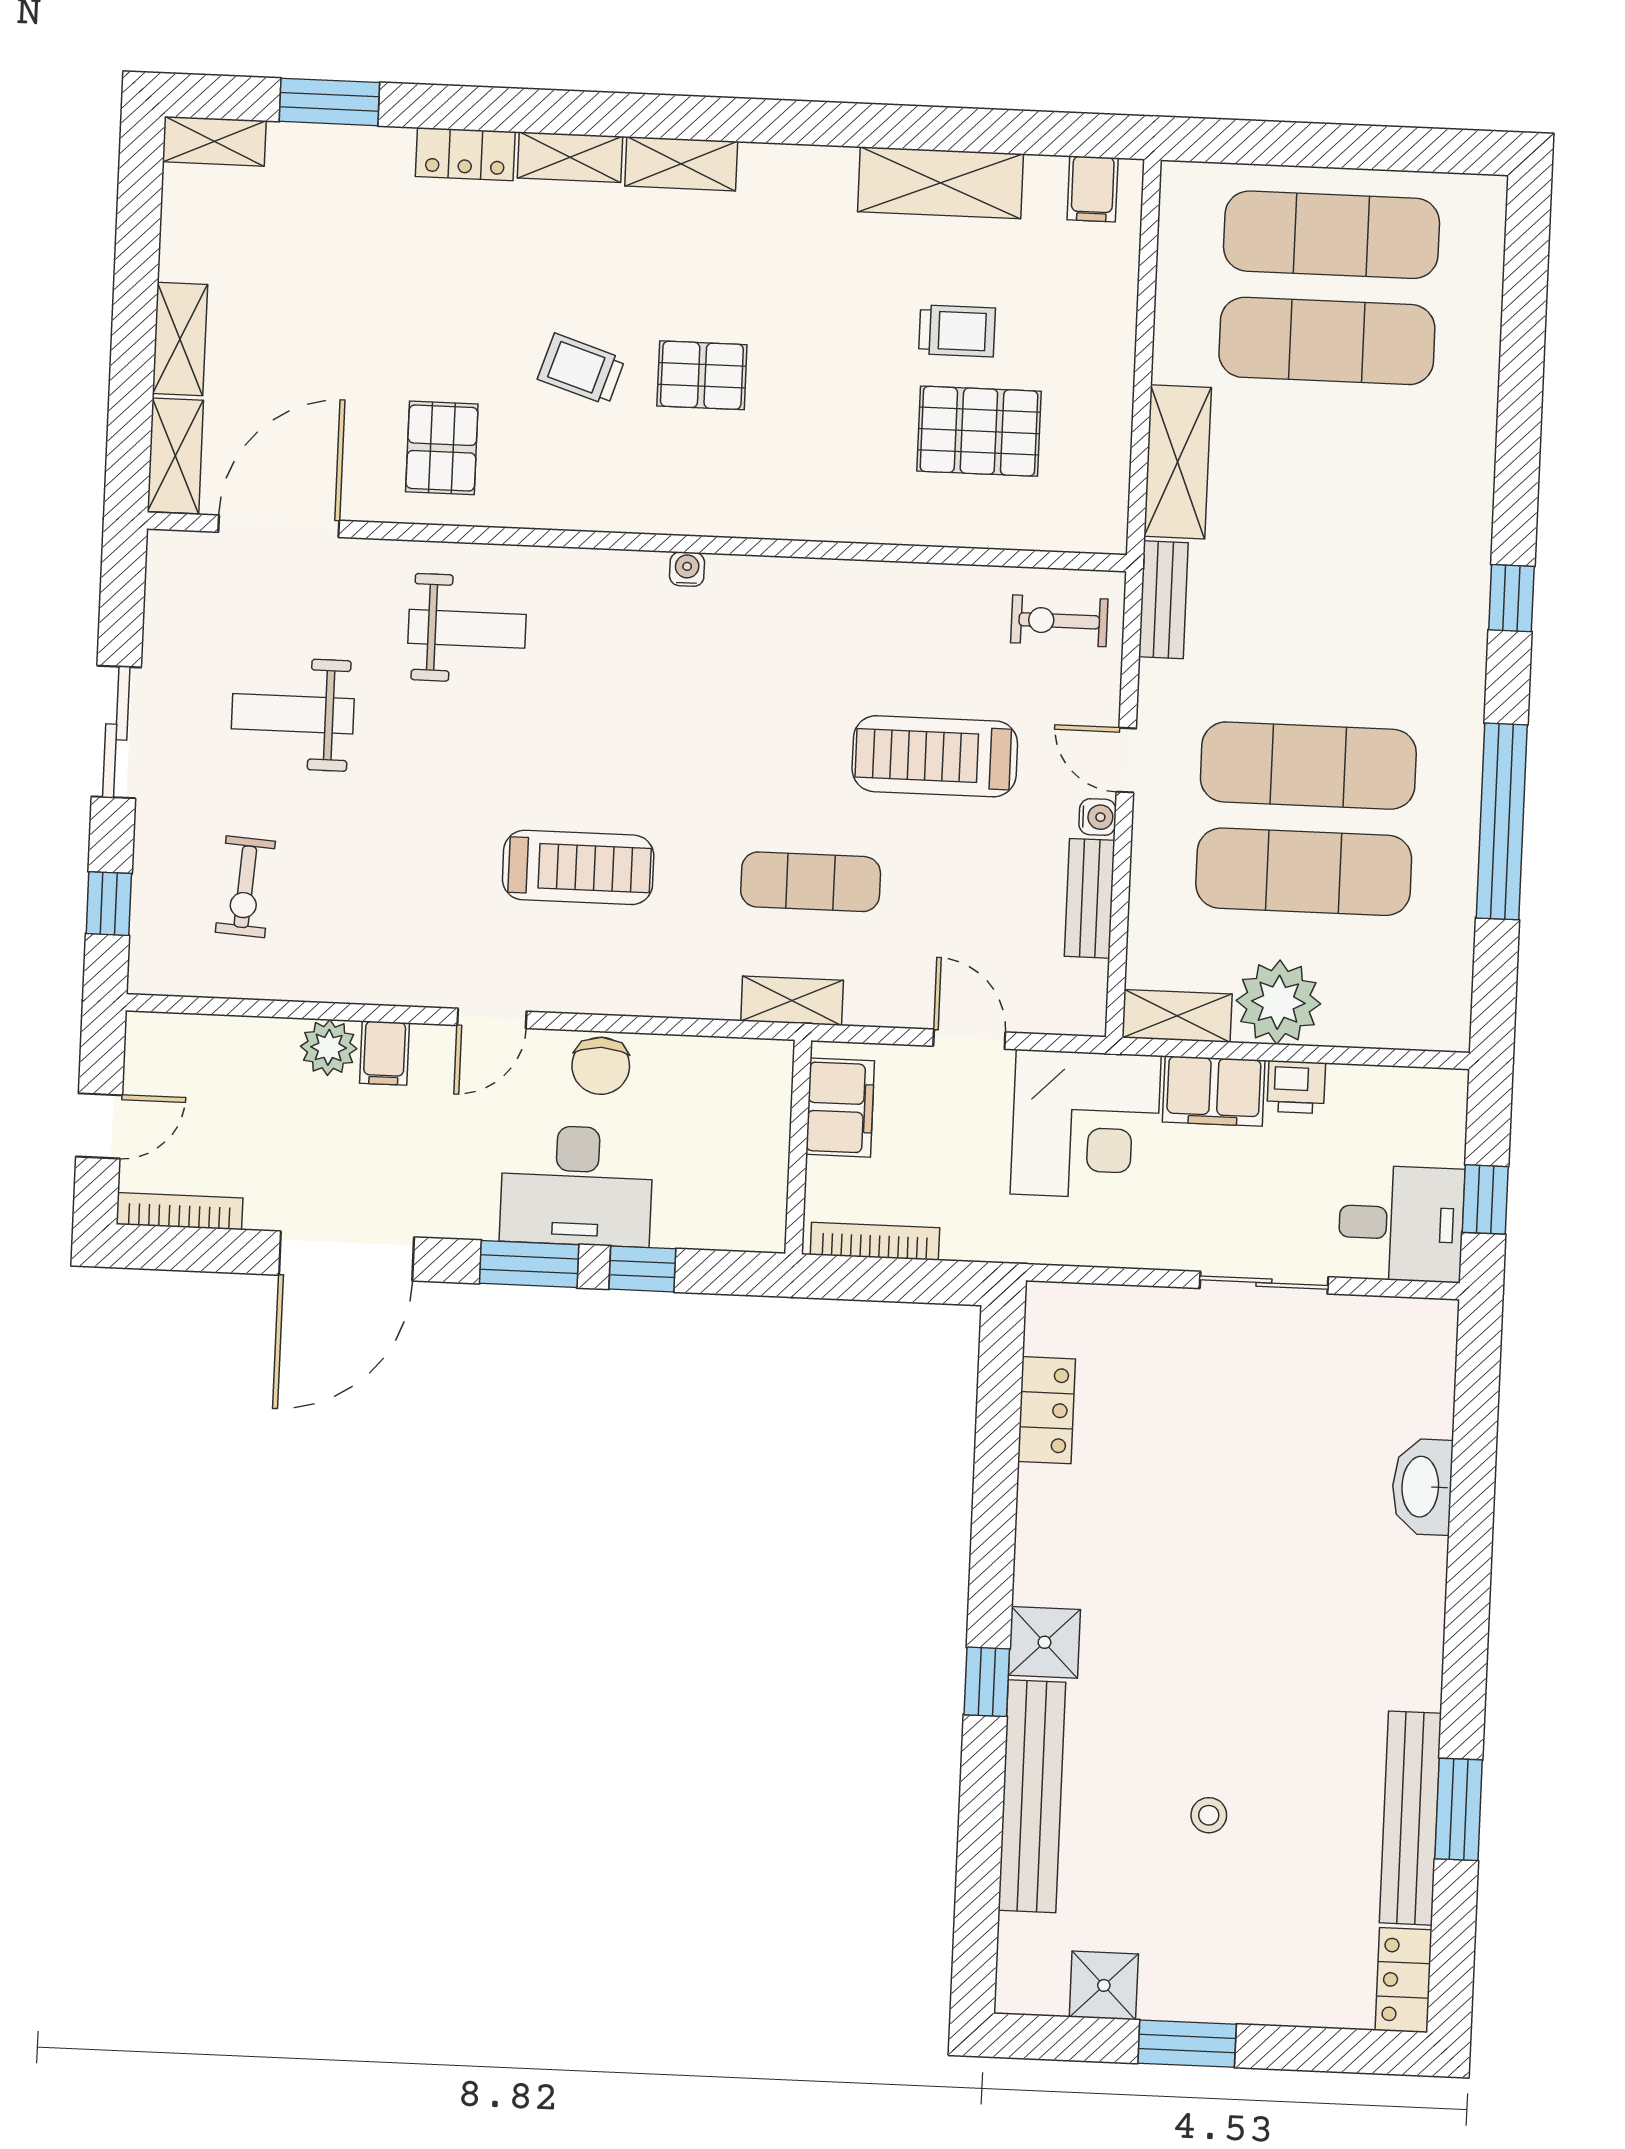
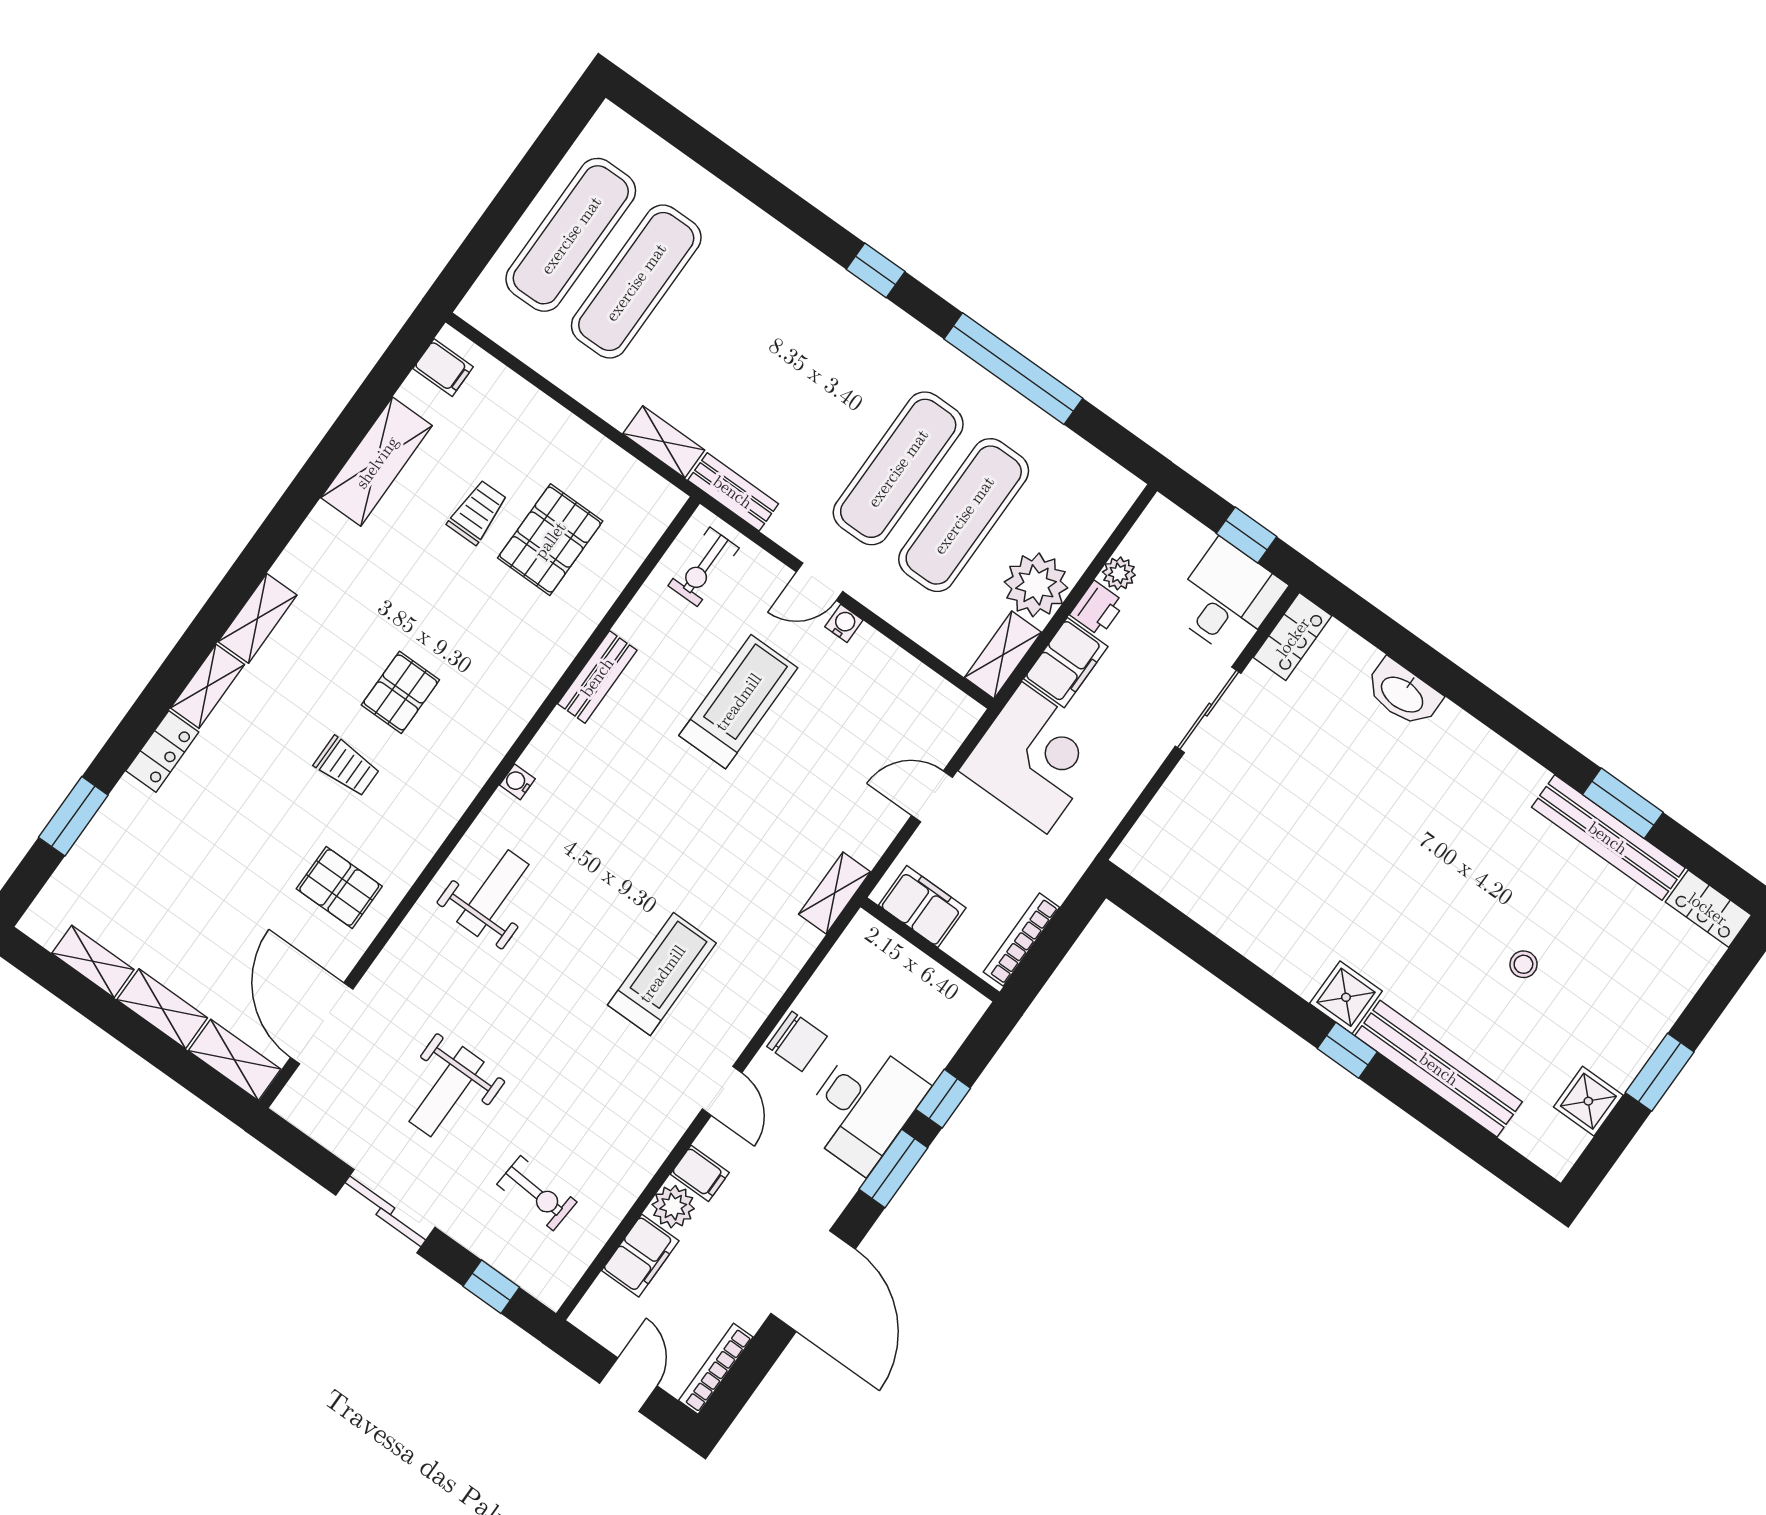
shelving: (214, 141) -> (93, 961), moved, turned 90
trolley: (581, 369) -> (347, 767), turned -108
shelving: (1178, 462) -> (664, 442), width x0.67, depth x0.75
weight bench: (467, 629) -> (493, 893), moved
treadmill: (935, 756) -> (738, 702), turned 180
exercise mat: (811, 882) -> (767, 832), removed
bench: (1090, 898) -> (597, 677), moved, turned 90
filing cabinet: (251, 1046) -> (640, 1256), added
plant: (1351, 1086) -> (1119, 573), added
locker: (1047, 1410) -> (1293, 637), moved, turned 90

